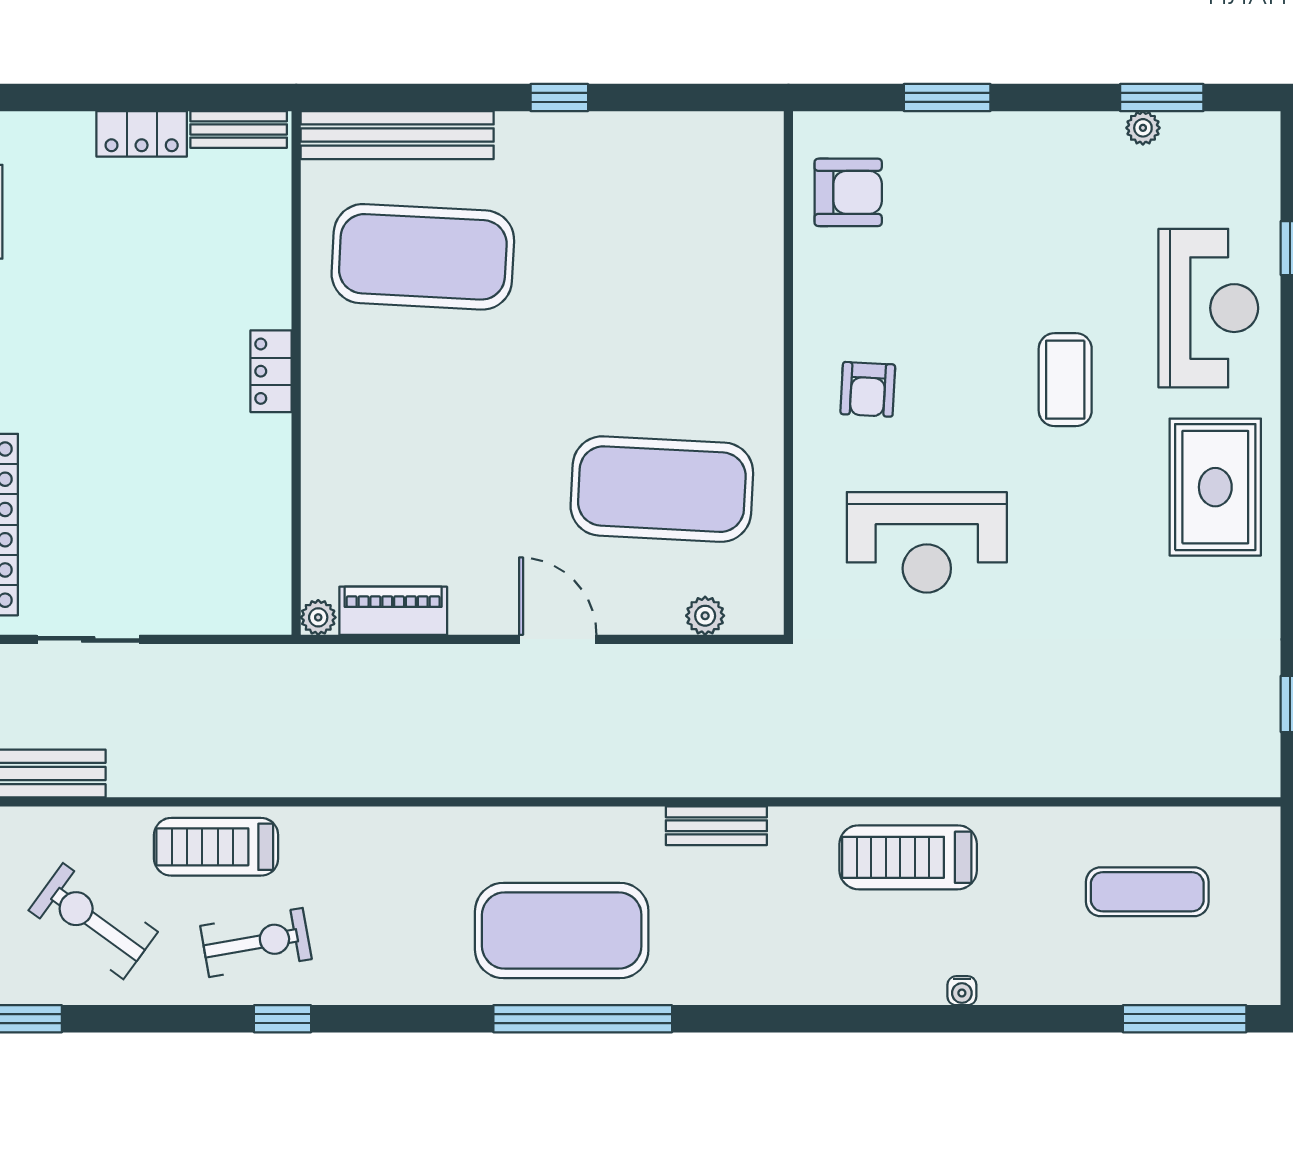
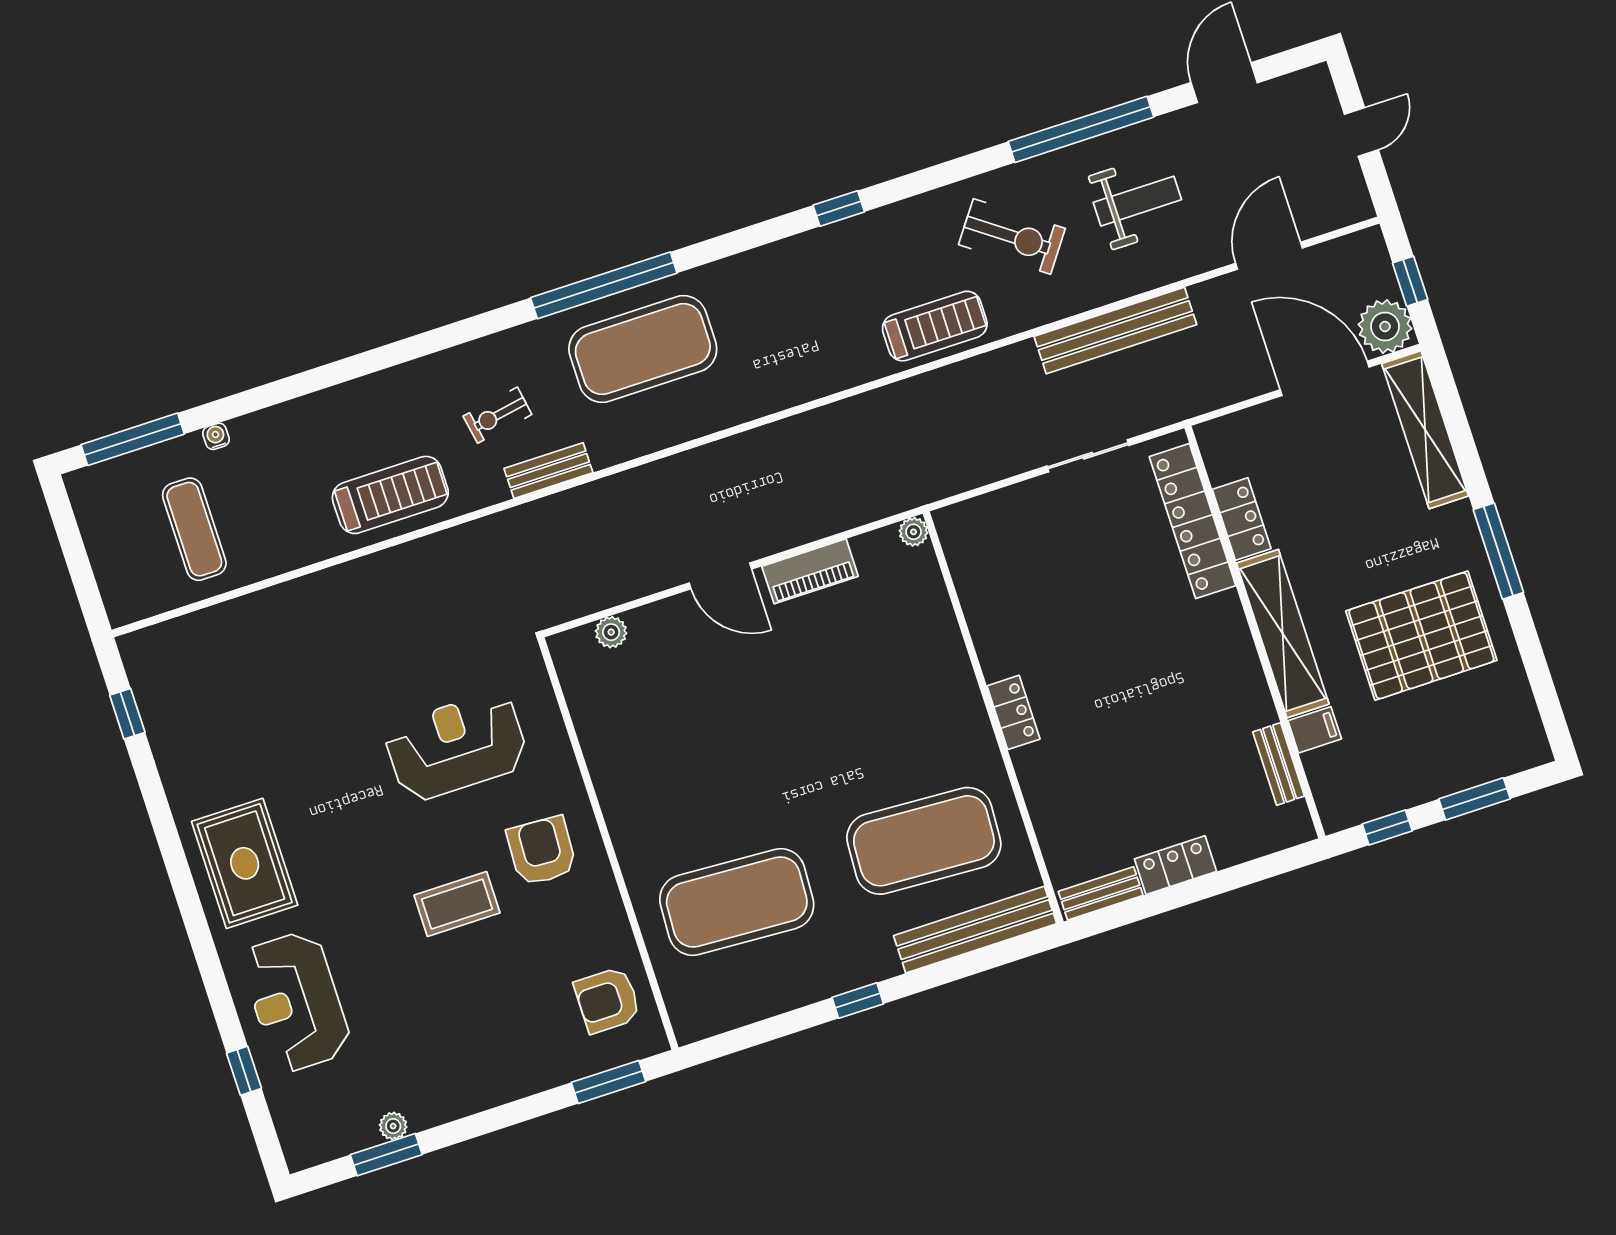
window: (947, 97) -> (609, 1082), moved
coffee table: (1065, 380) -> (457, 904), moved, turned 90
armchair: (868, 389) -> (542, 851), width x1.38, depth x1.38
exercise mat: (662, 489) -> (737, 902), moved
piano: (393, 611) -> (810, 571), moved
exercise mat: (1147, 892) -> (194, 529), turned 90
exercise bike: (256, 942) -> (497, 415), moved, width x0.73, depth x0.72
water cooler: (962, 991) -> (216, 436), moved

